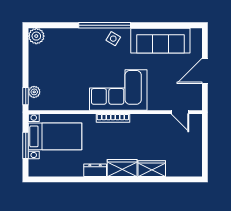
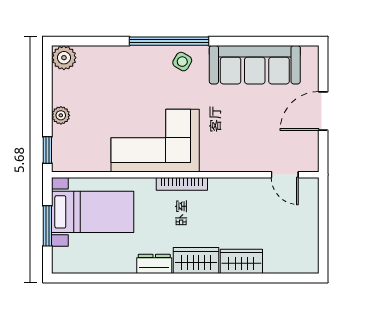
corner sofa: (118, 90) -> (155, 141), moved
plant: (34, 92) -> (61, 115), moved

